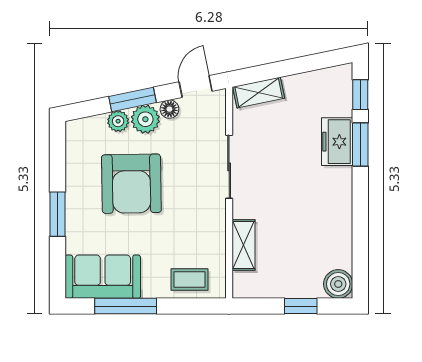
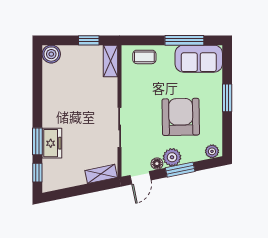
plant: (118, 121) -> (212, 151), moved
shelving: (244, 245) -> (111, 61), moved
window: (301, 306) -> (89, 40), moved

